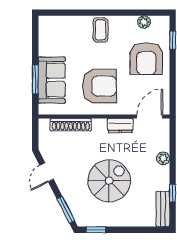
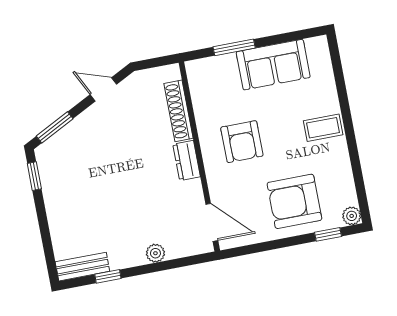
plant: (144, 22) -> (352, 216), moved
sofa: (52, 80) -> (273, 65), moved
armchair: (99, 86) -> (242, 142), width x0.73, depth x0.73
dresser: (120, 126) -> (187, 160), moved
spiral stairs: (109, 181) -> (108, 182), removed

